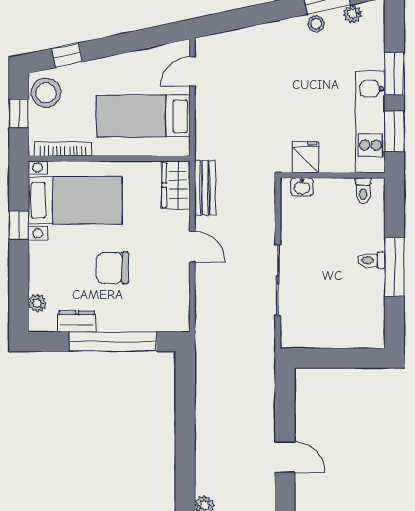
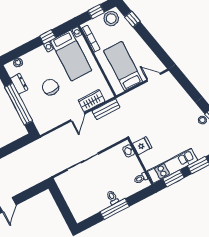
wardrobe: (176, 185) -> (91, 101), moved

